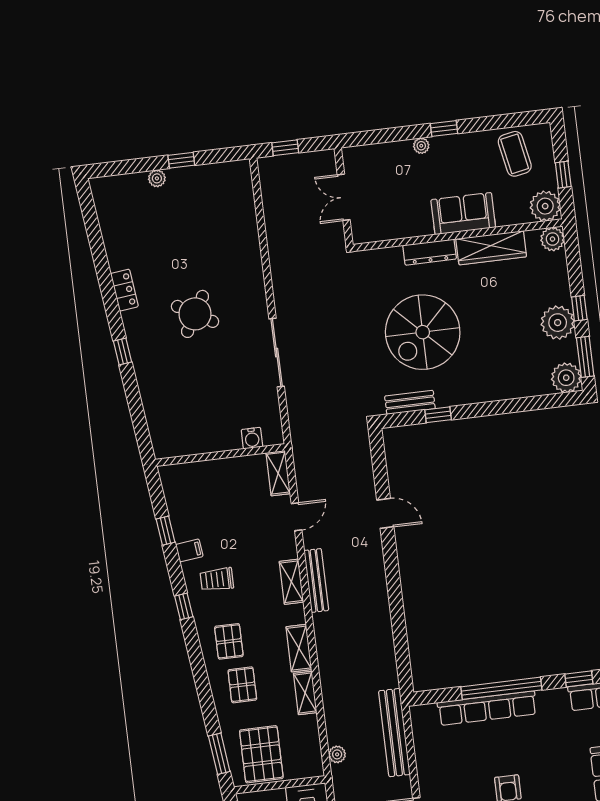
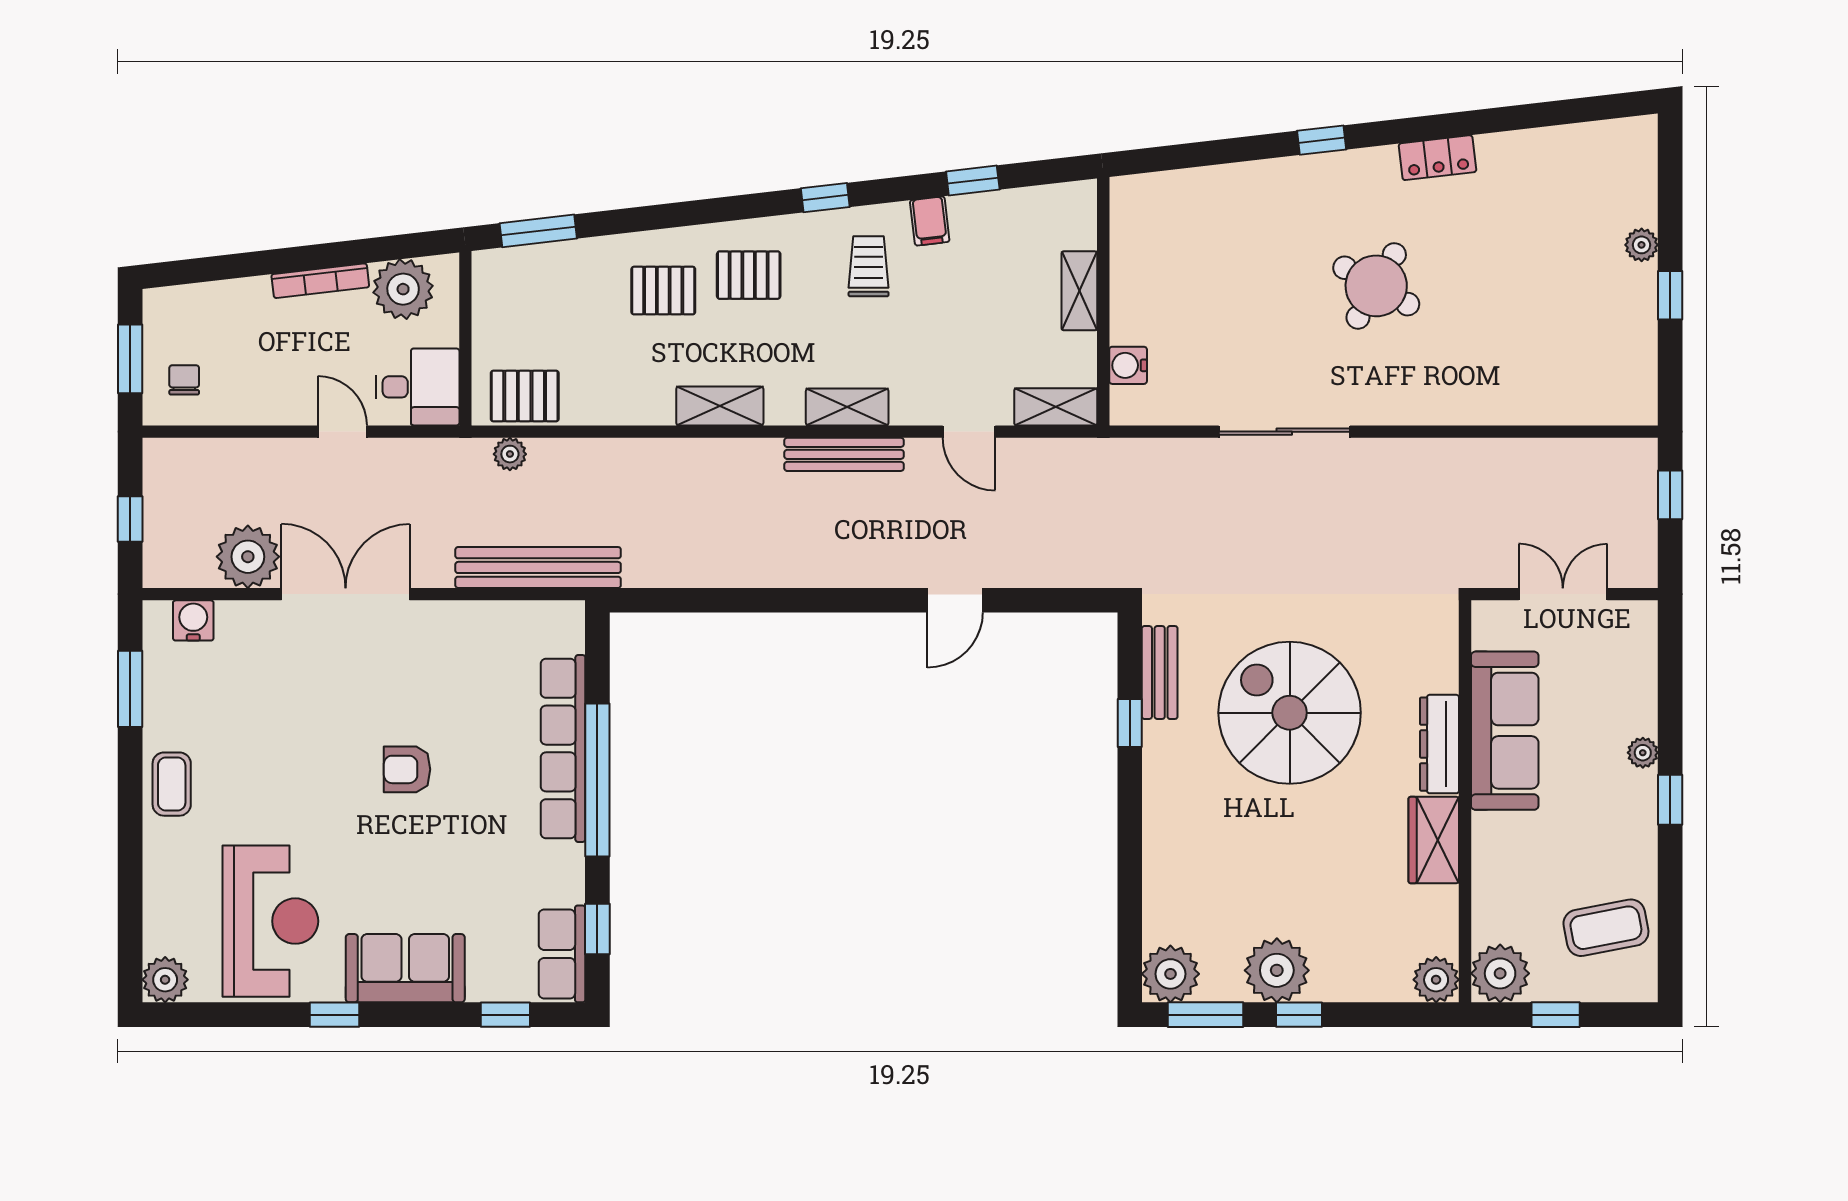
sofa: (463, 214) -> (1505, 731), moved, width x1.36
wardrobe: (491, 248) -> (1434, 840), width x0.67
shelving: (305, 693) -> (1079, 291), moved, turned 90
pallet: (261, 754) -> (525, 396), moved, width x0.67, depth x0.71

